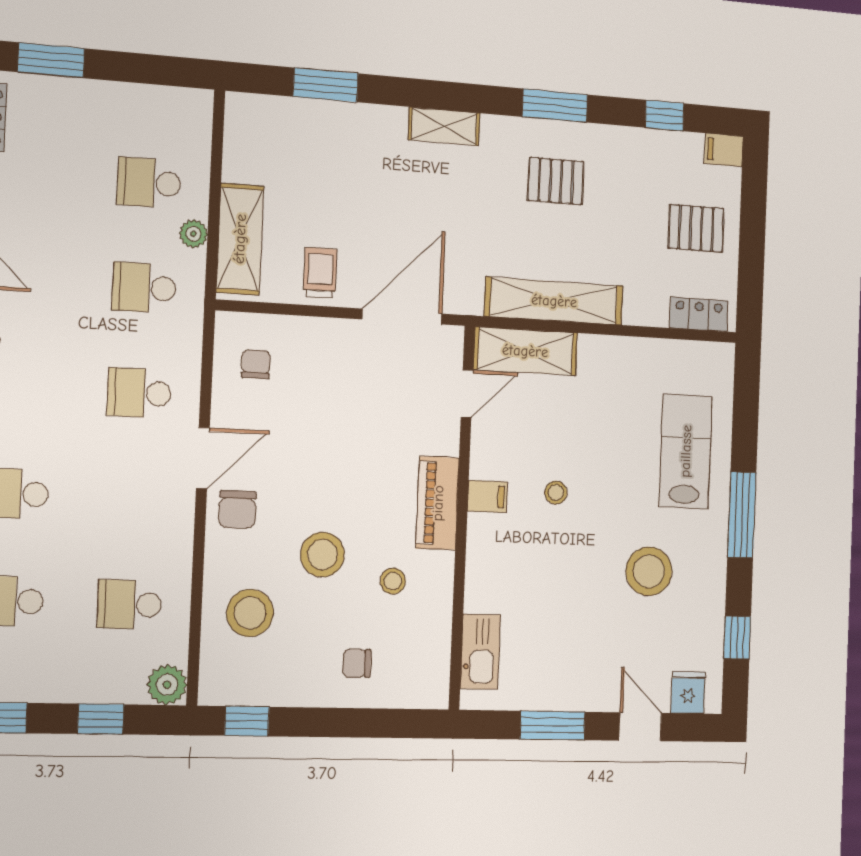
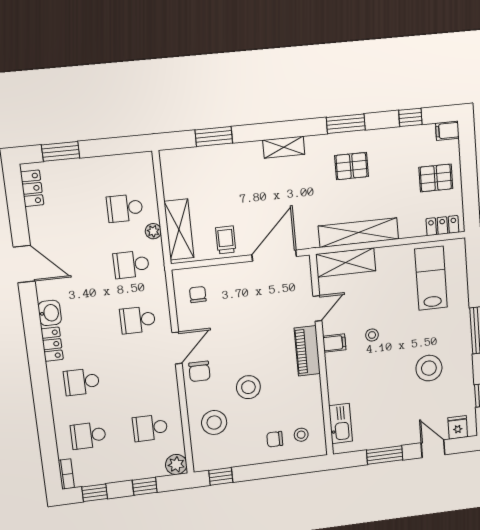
door: (467, 394) -> (317, 308), moved
lab bench: (686, 451) -> (431, 278), moved
stool: (393, 581) -> (301, 435), moved

